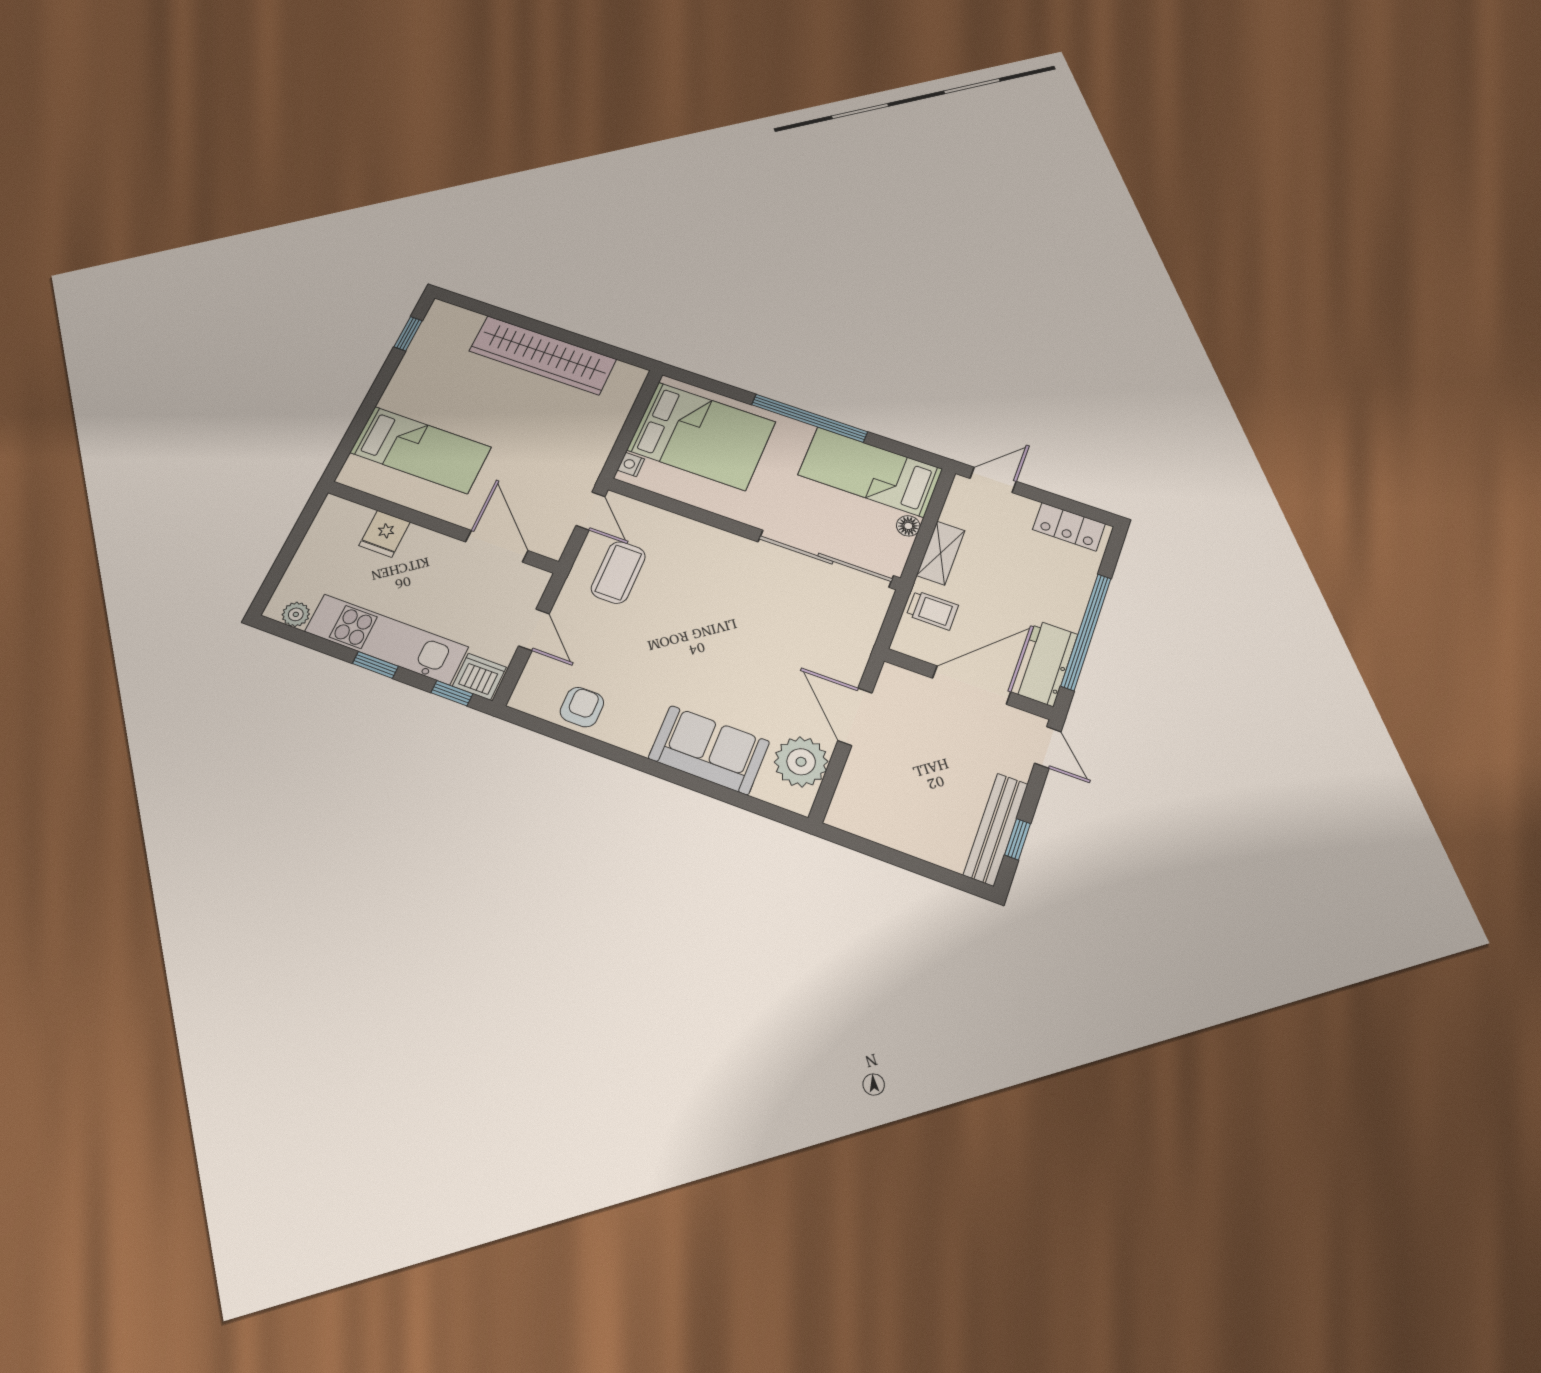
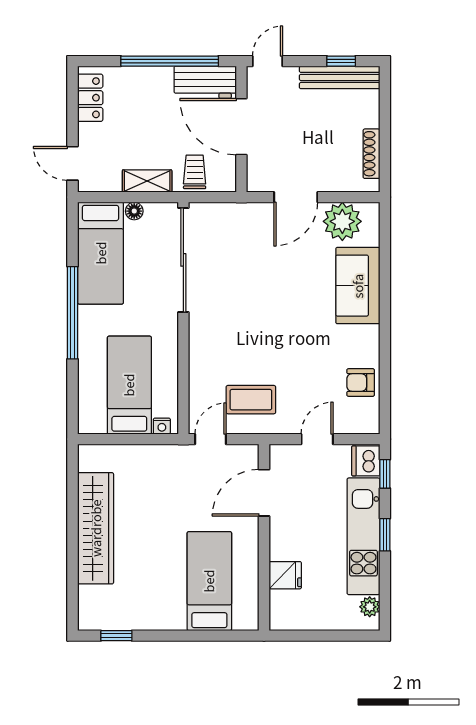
bed: (701, 436) -> (129, 385), width x0.67
shoe rack: (878, 832) -> (371, 154), added

